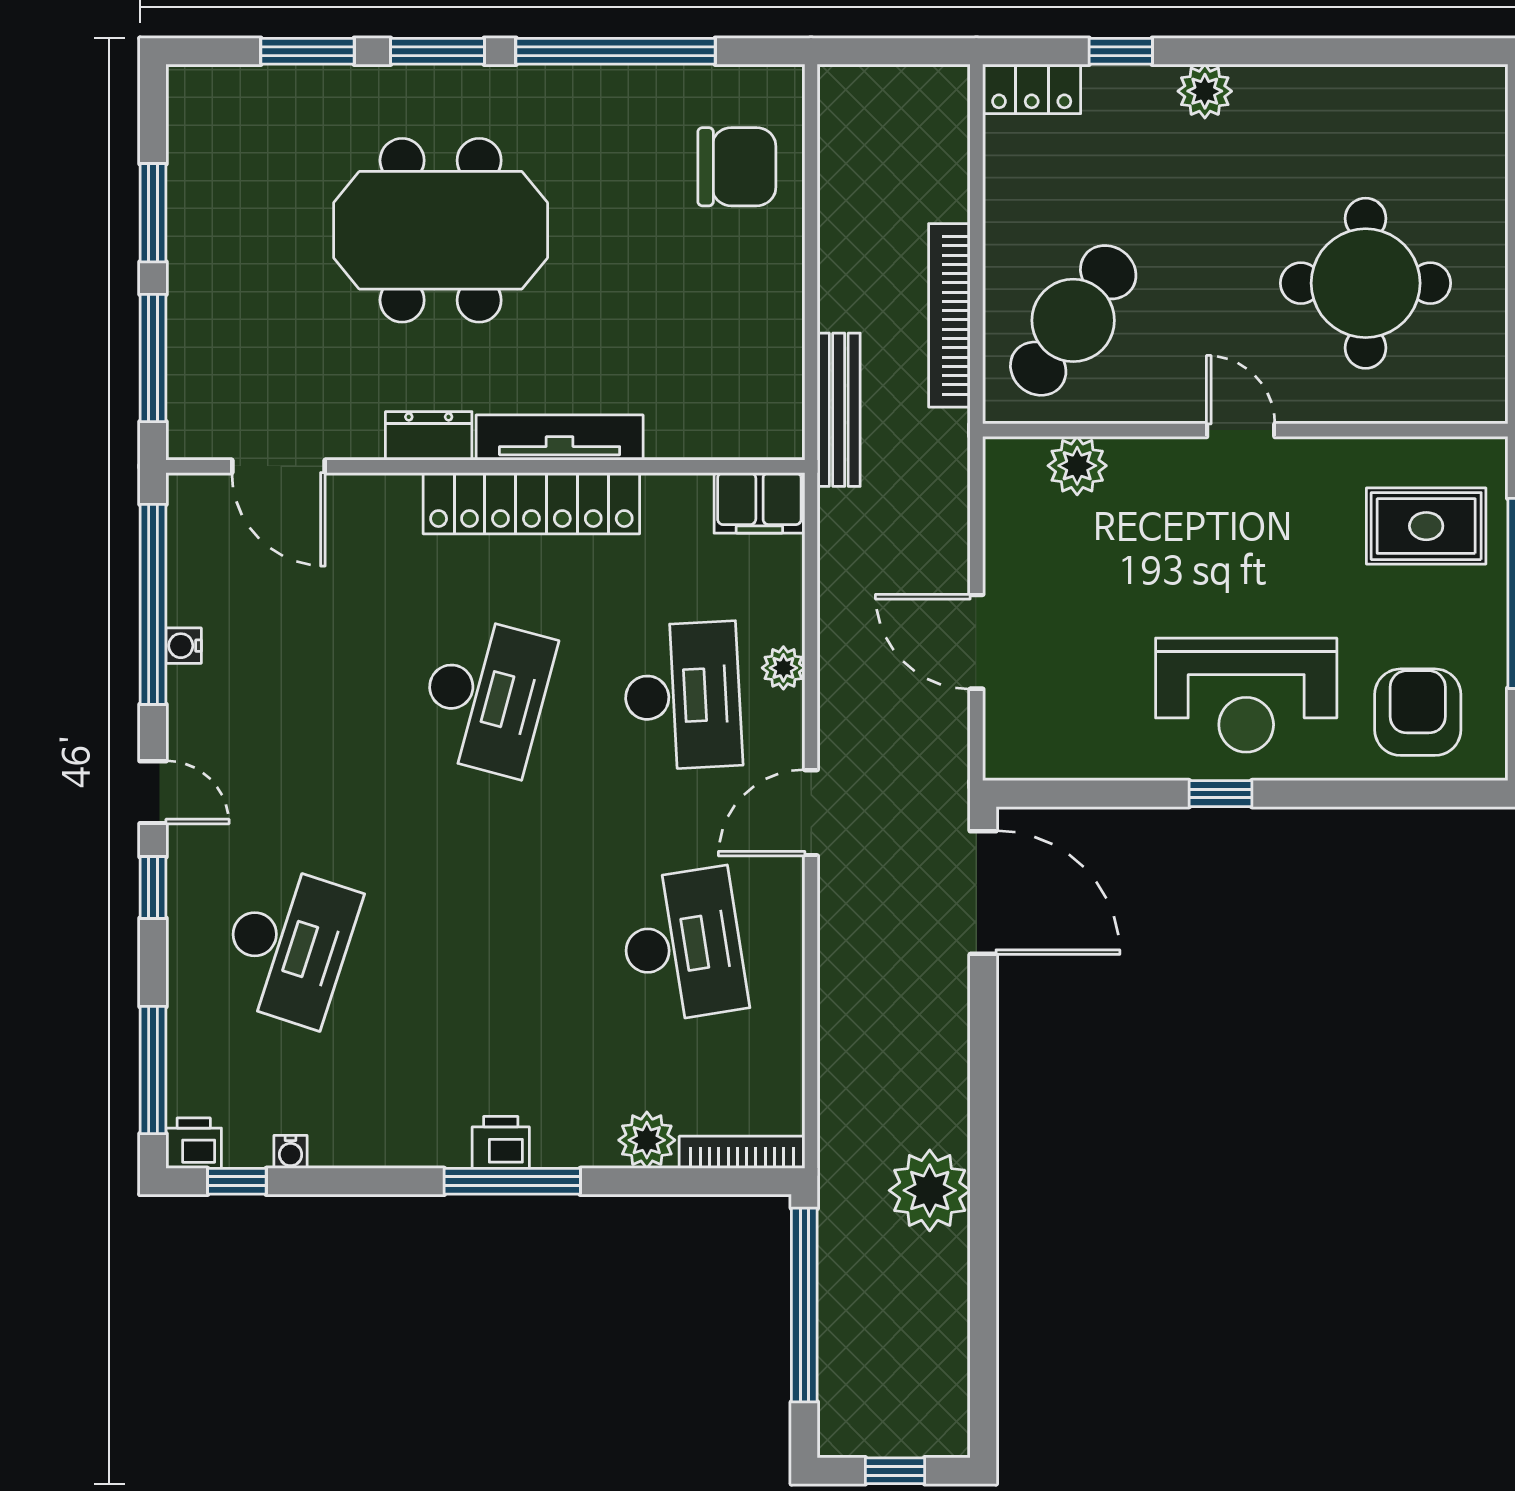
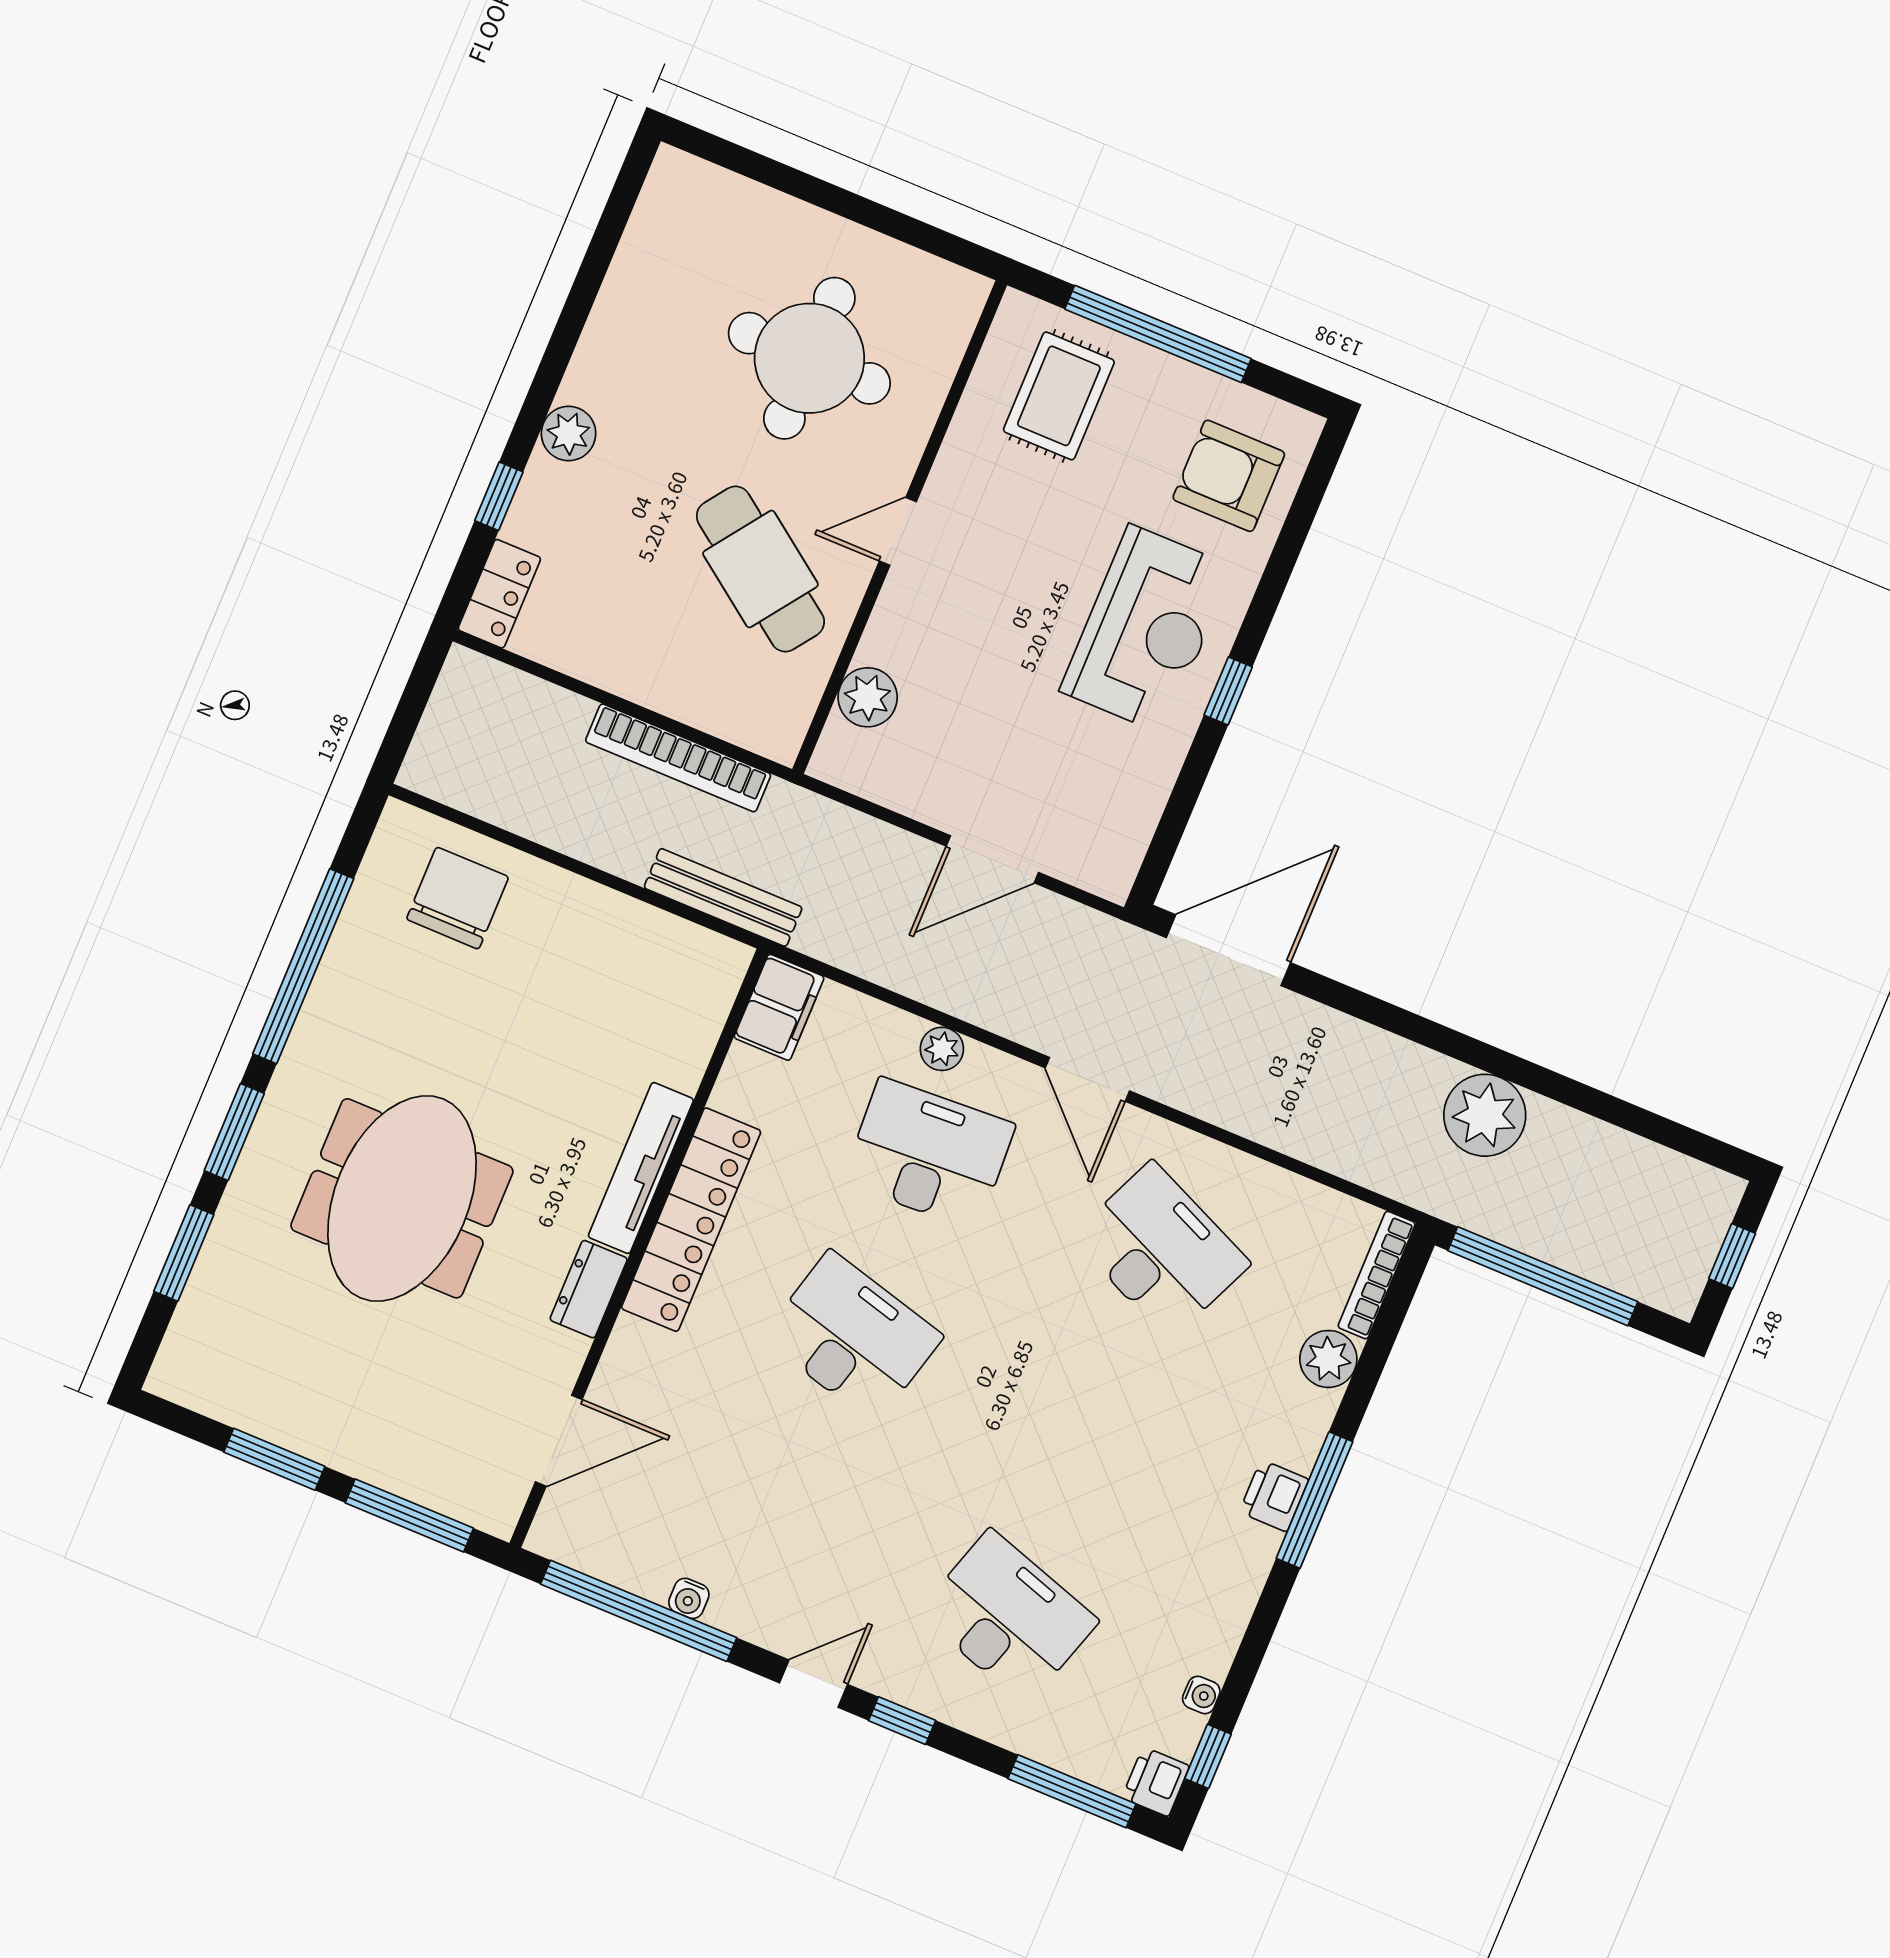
cafe table: (1073, 320) -> (760, 569), moved
desk: (682, 945) -> (1161, 1250), turned 33

